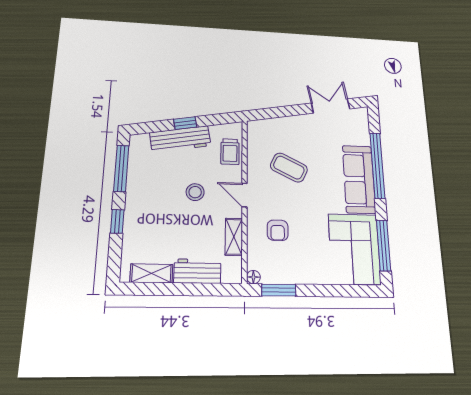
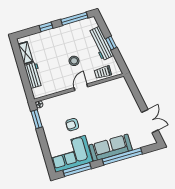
coffee table: (289, 168) -> (104, 107), removed
armchair: (278, 230) -> (72, 125), moved
shelving: (234, 237) -> (57, 88), removed

